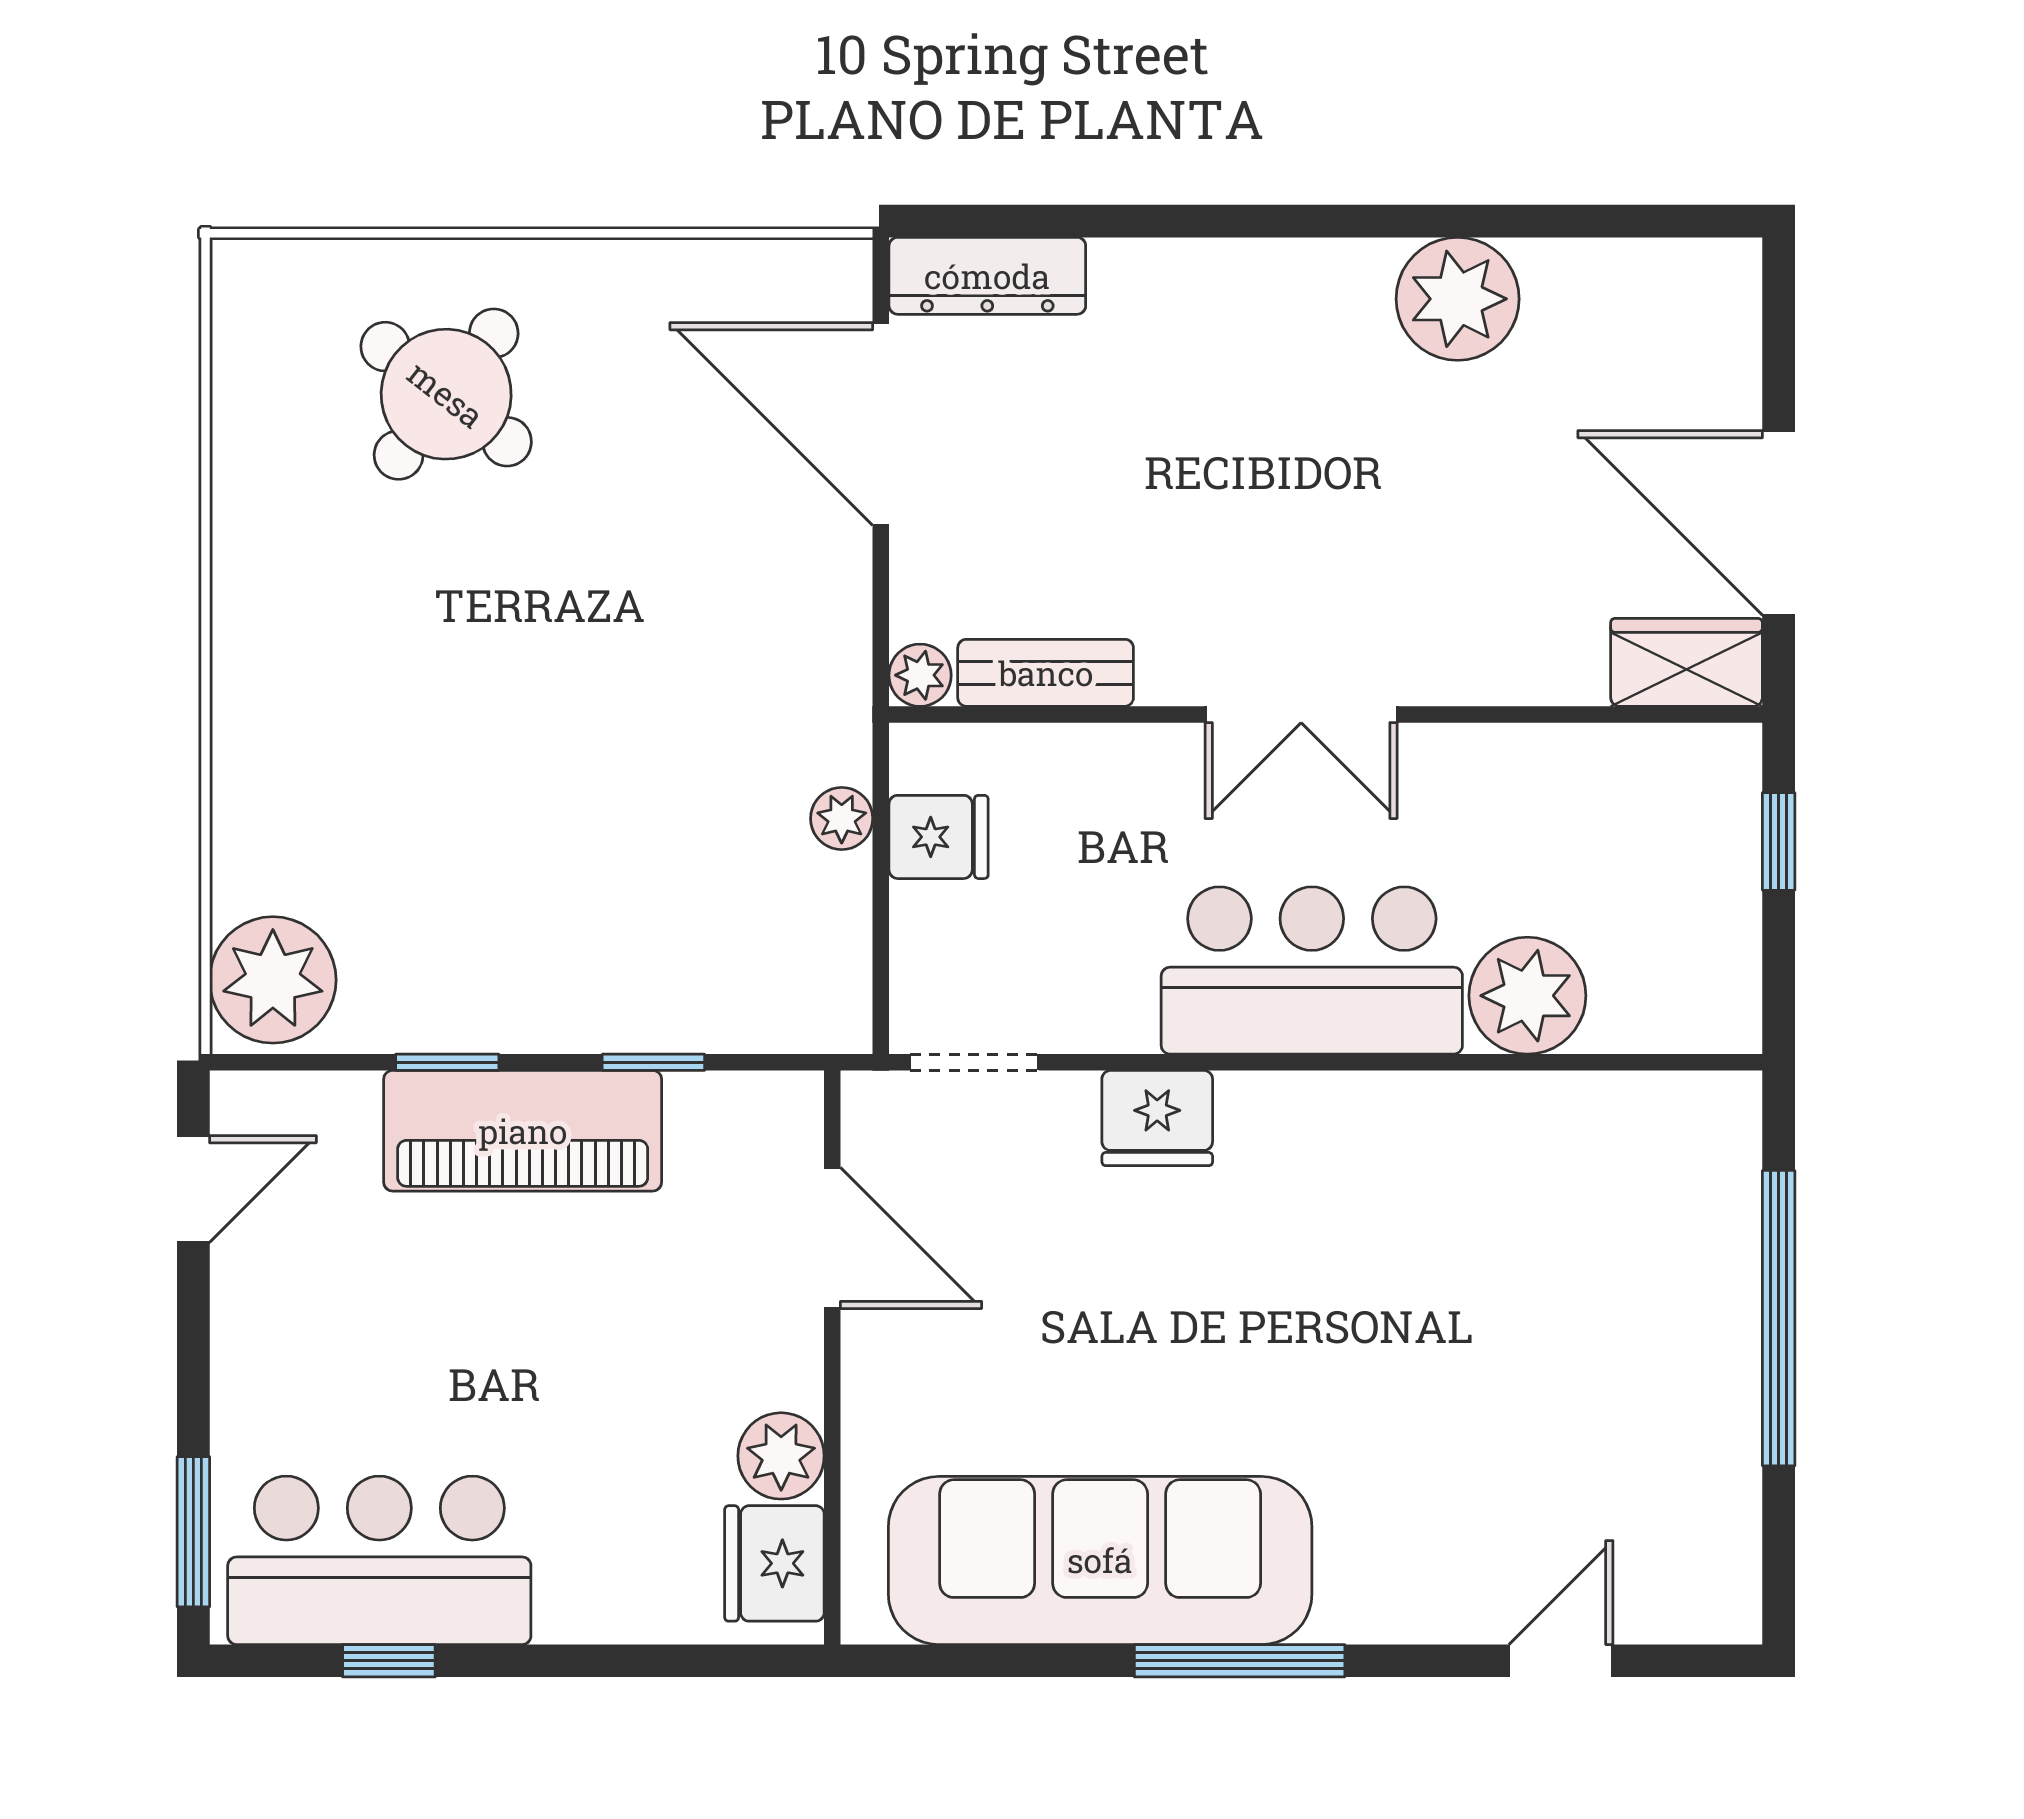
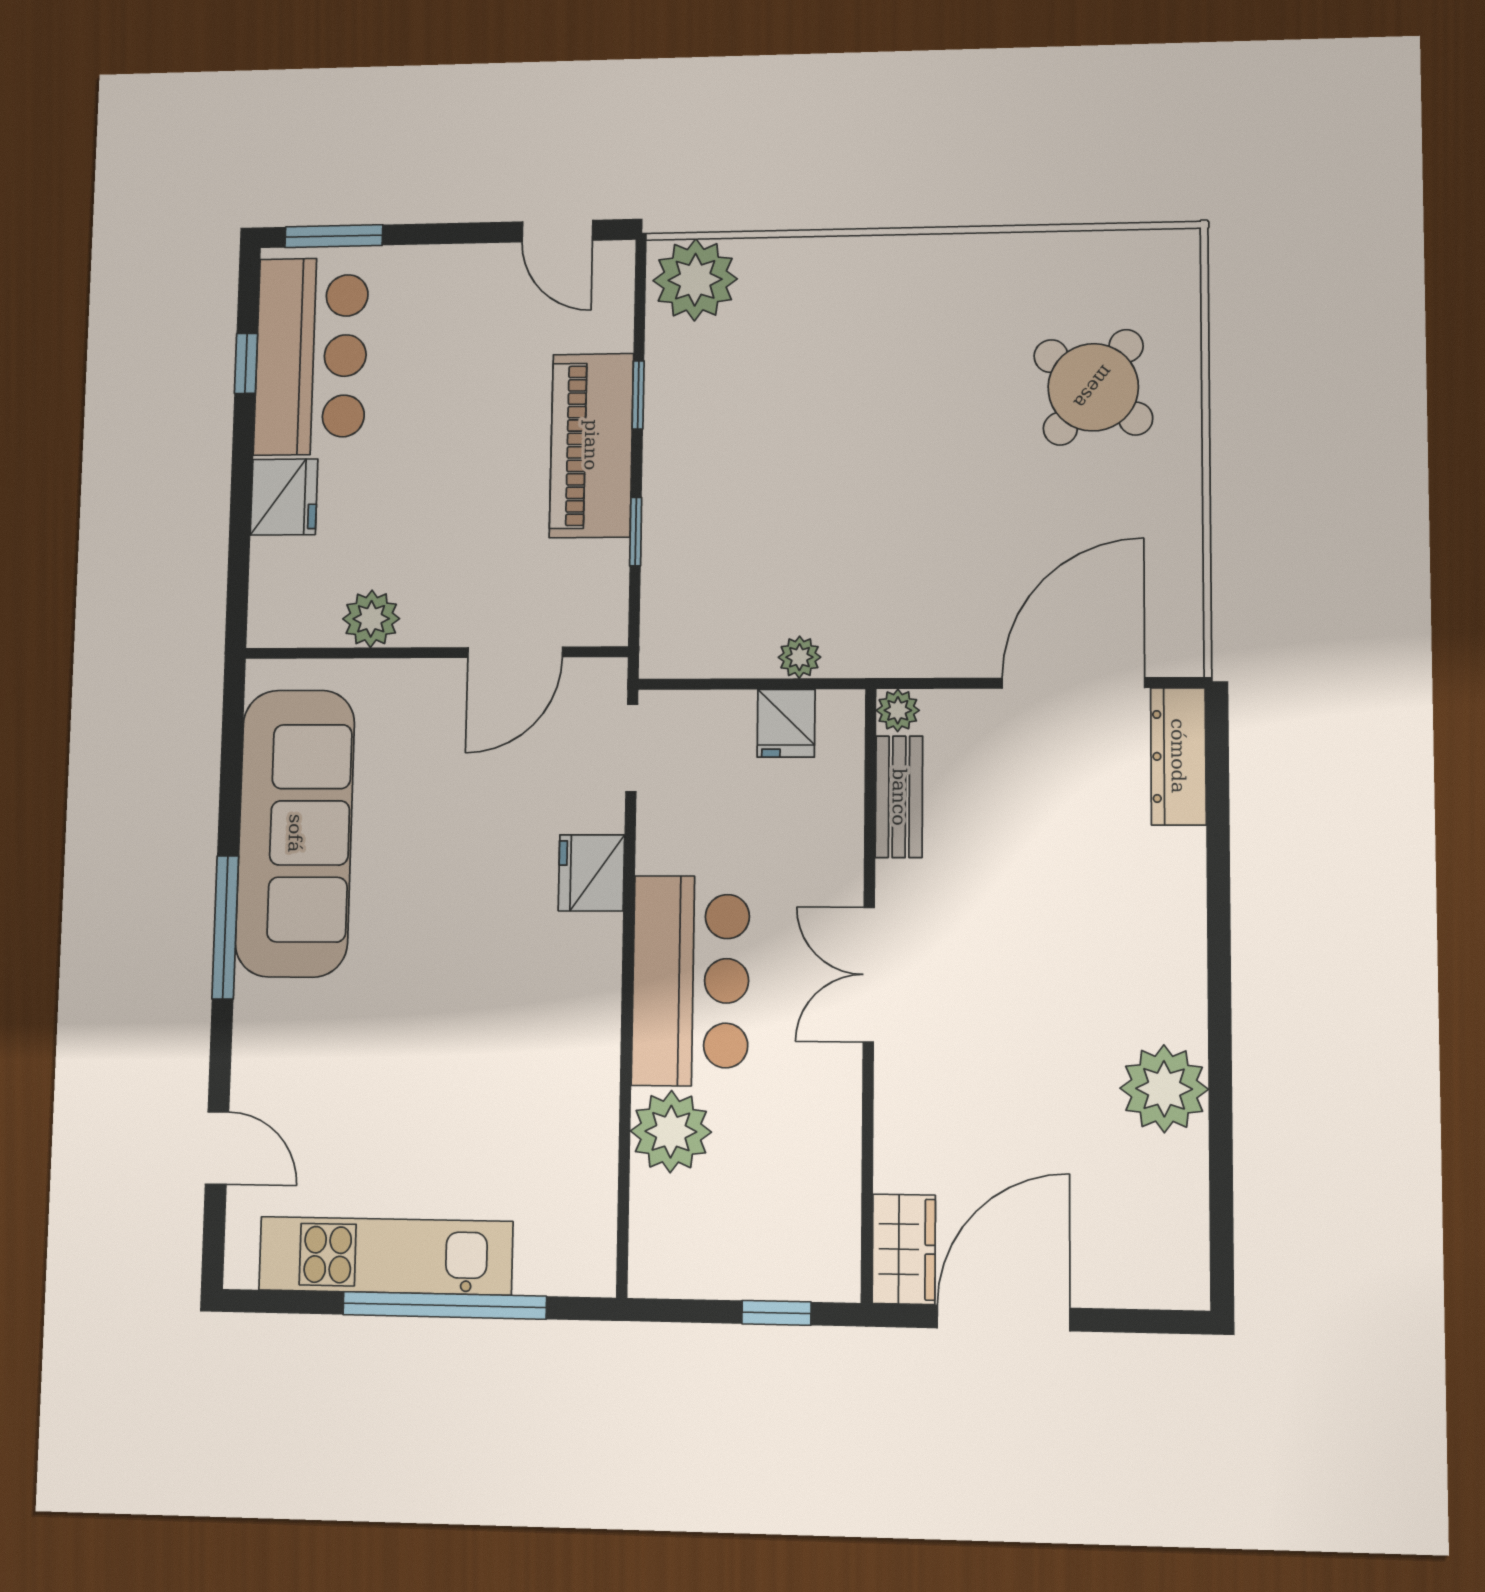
kitchen unit: (1710, 1406) -> (386, 1256), added
fridge: (774, 1563) -> (284, 497), moved, turned 90

